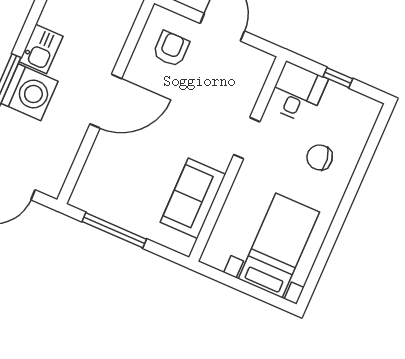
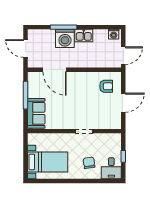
desk: (297, 93) -> (111, 168), moved, turned 90
door: (106, 101) -> (55, 70), moved
sofa: (193, 198) -> (36, 113), moved, turned 90

